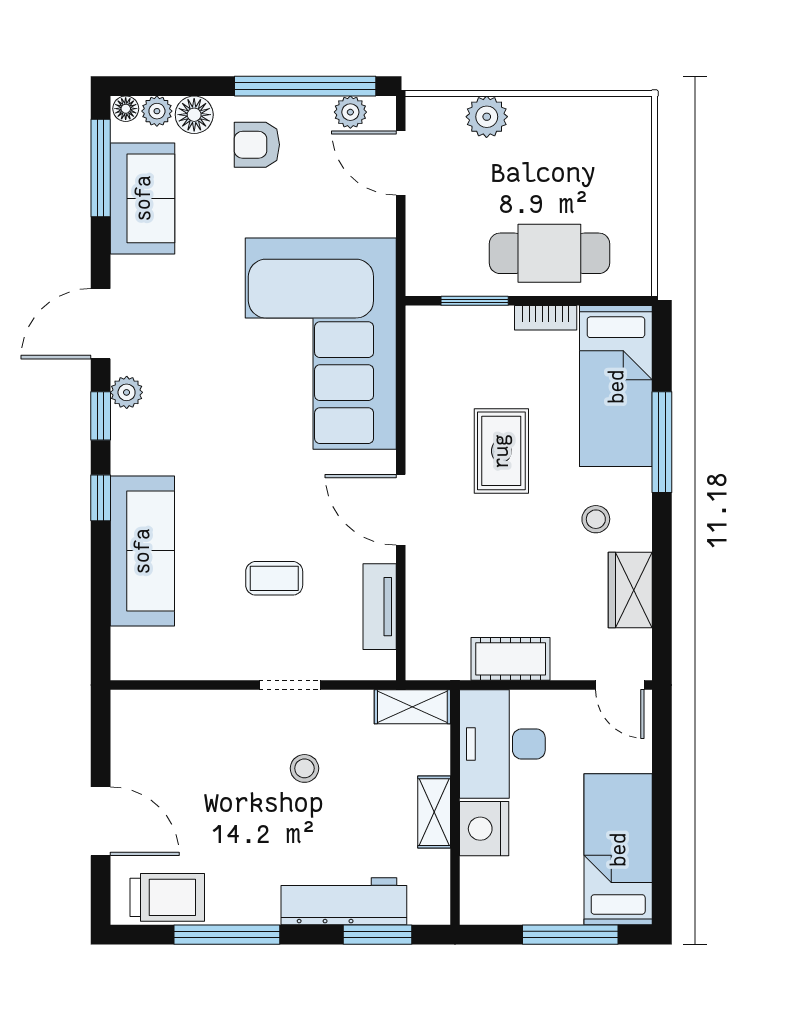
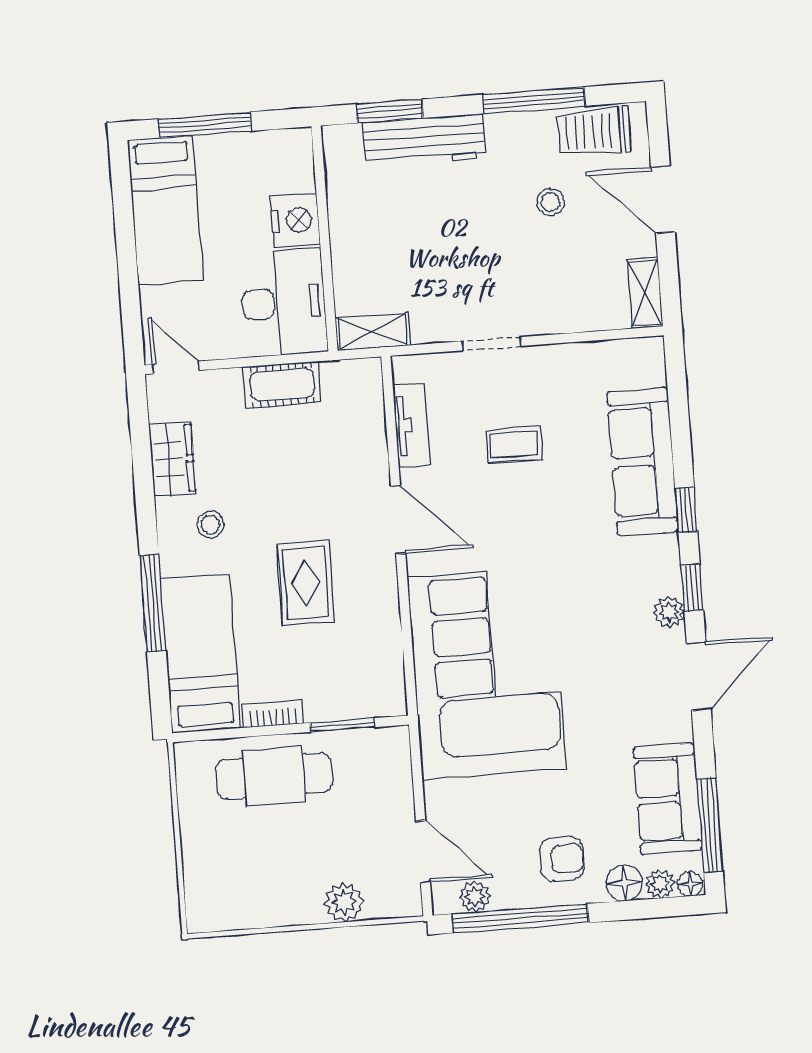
stool: (304, 768) -> (550, 202), moved
shelving: (434, 812) -> (645, 293), moved

